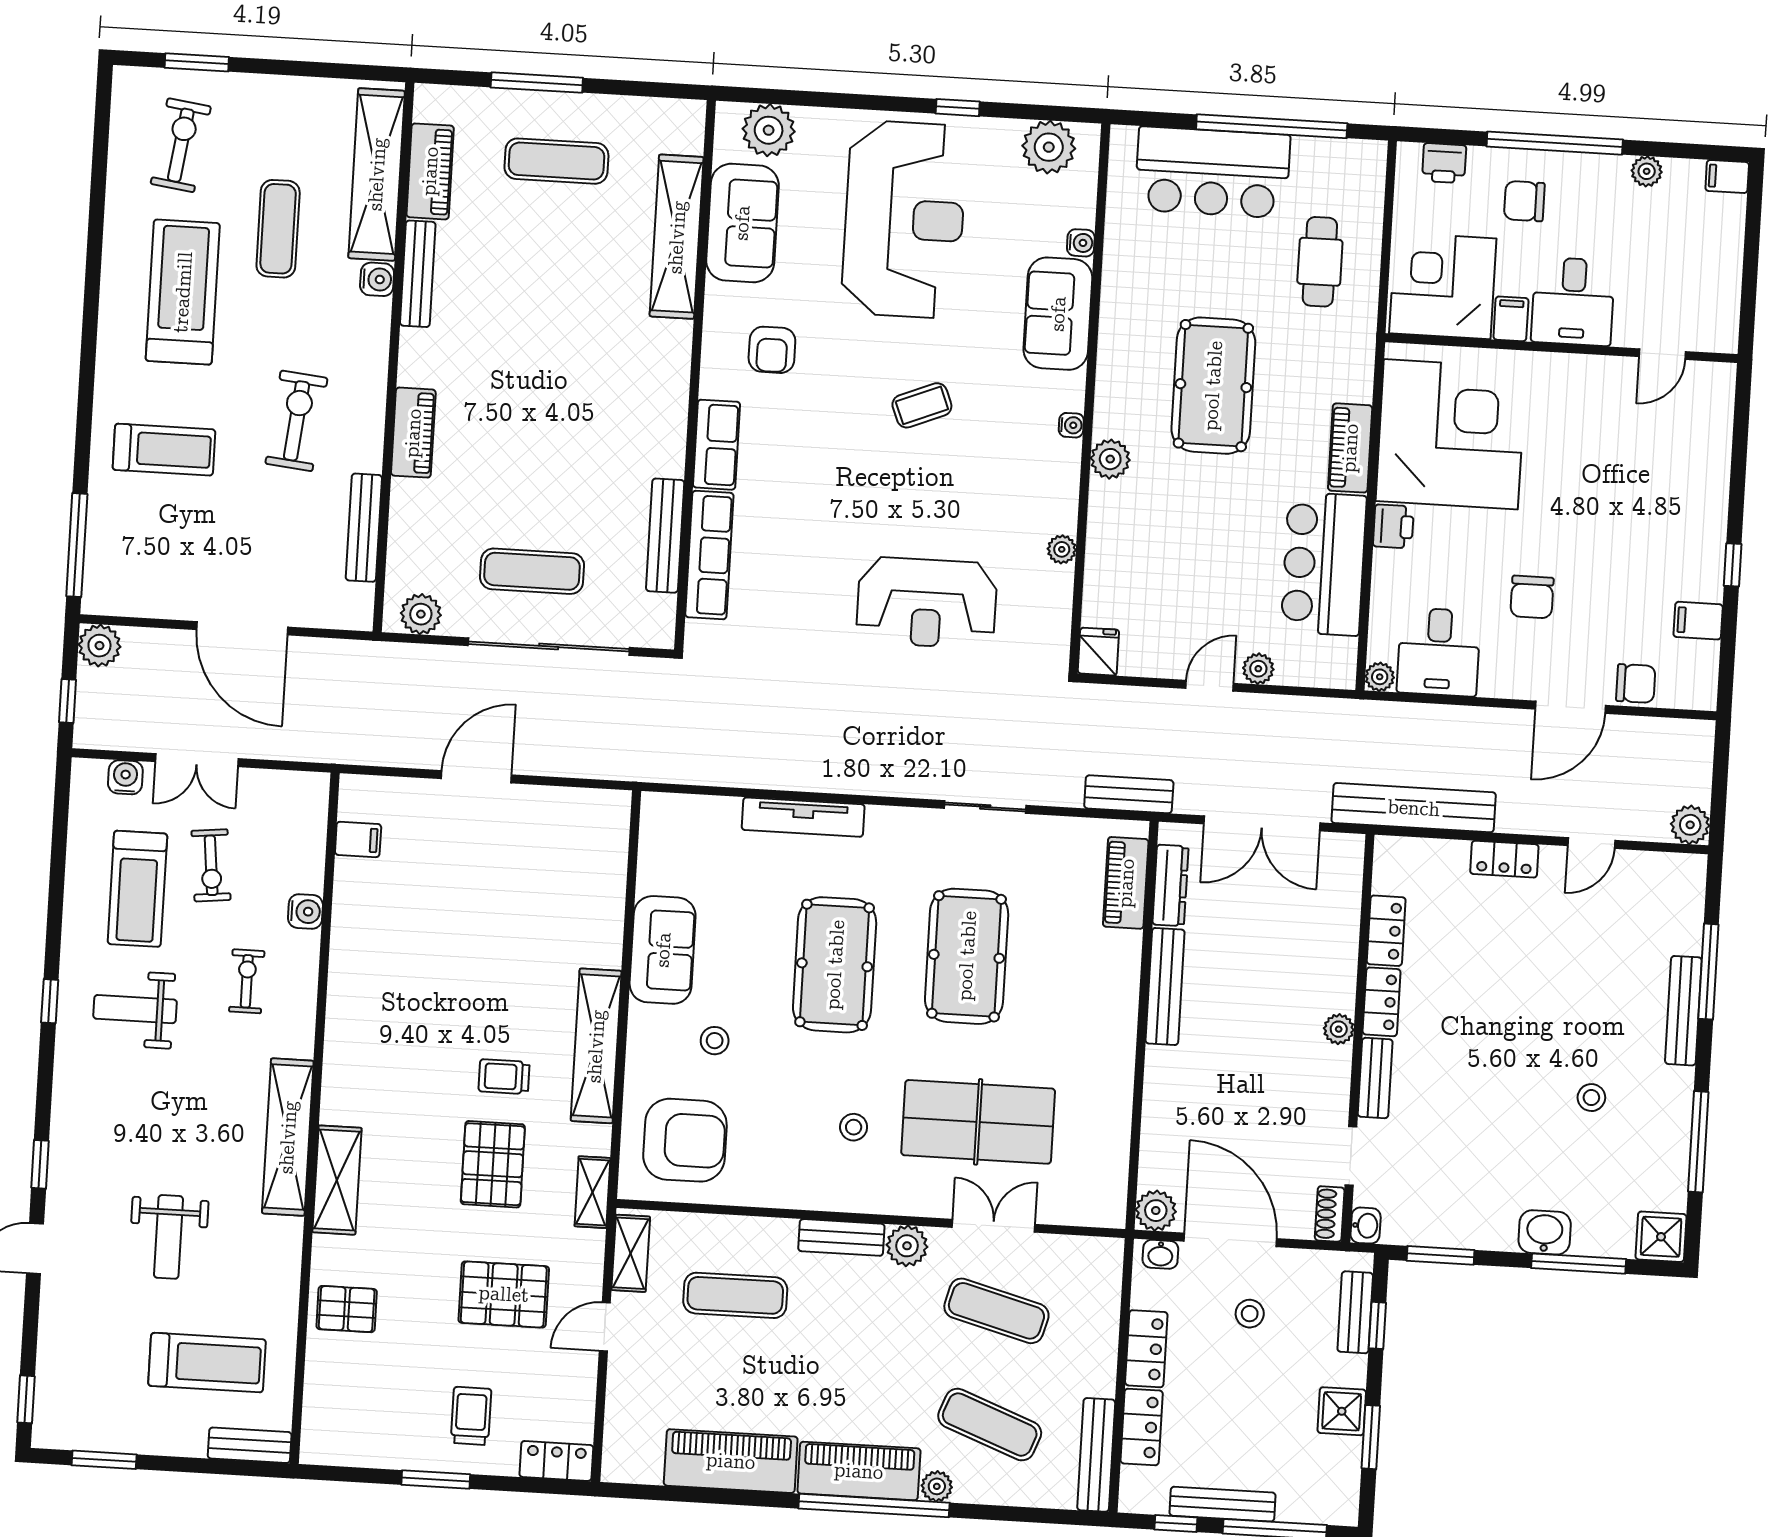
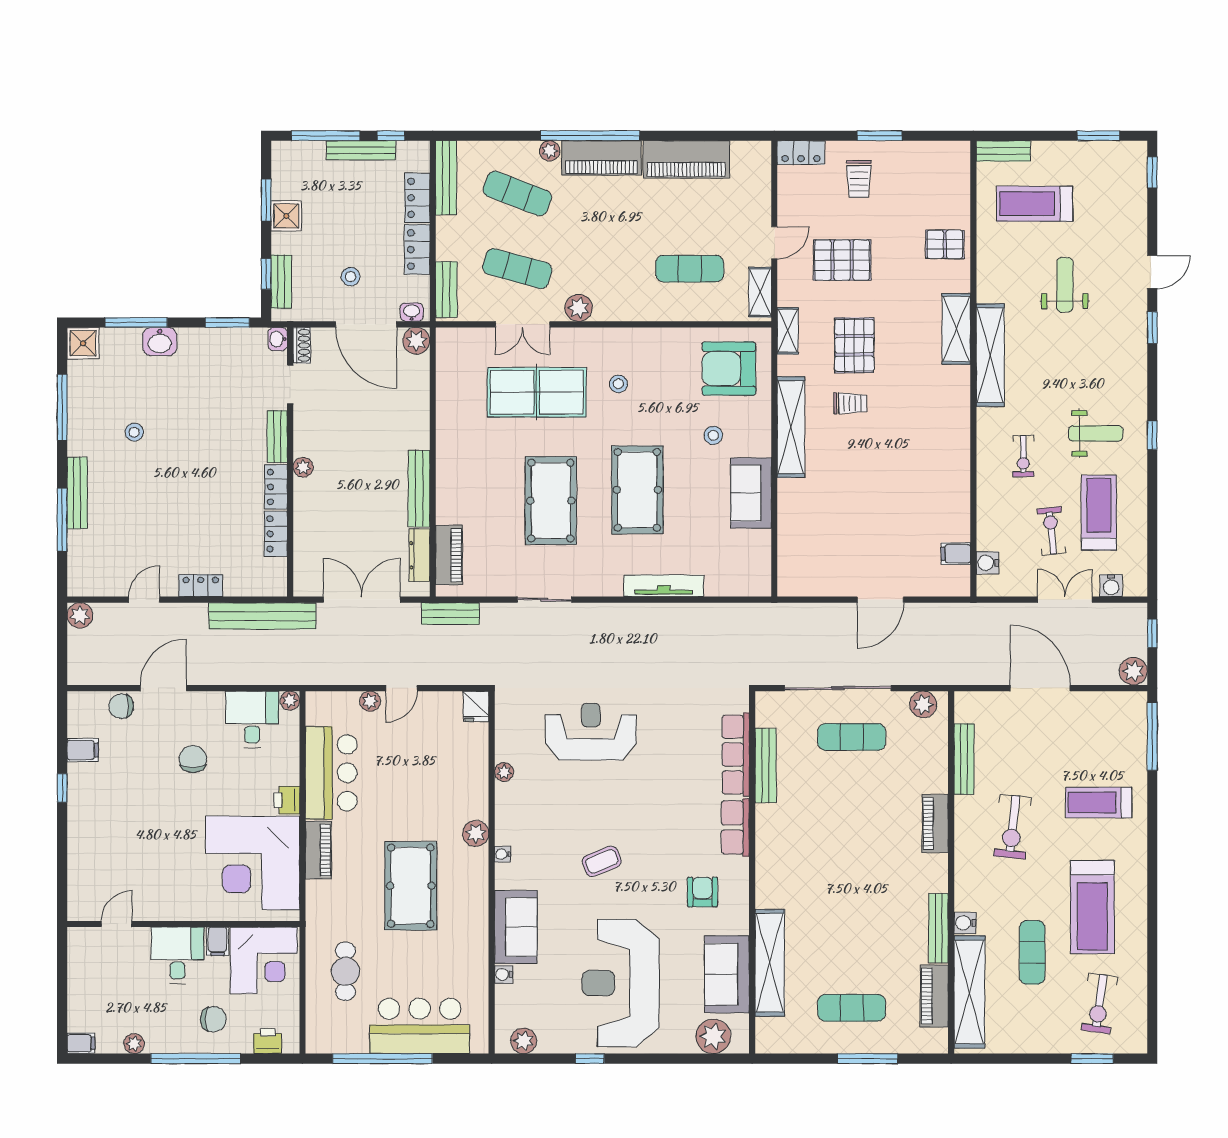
plant: (1049, 147) -> (524, 1041), width x0.73, depth x0.73
water cooler: (305, 911) -> (987, 563), moved
bench: (841, 1237) -> (446, 290), moved, turned 90

